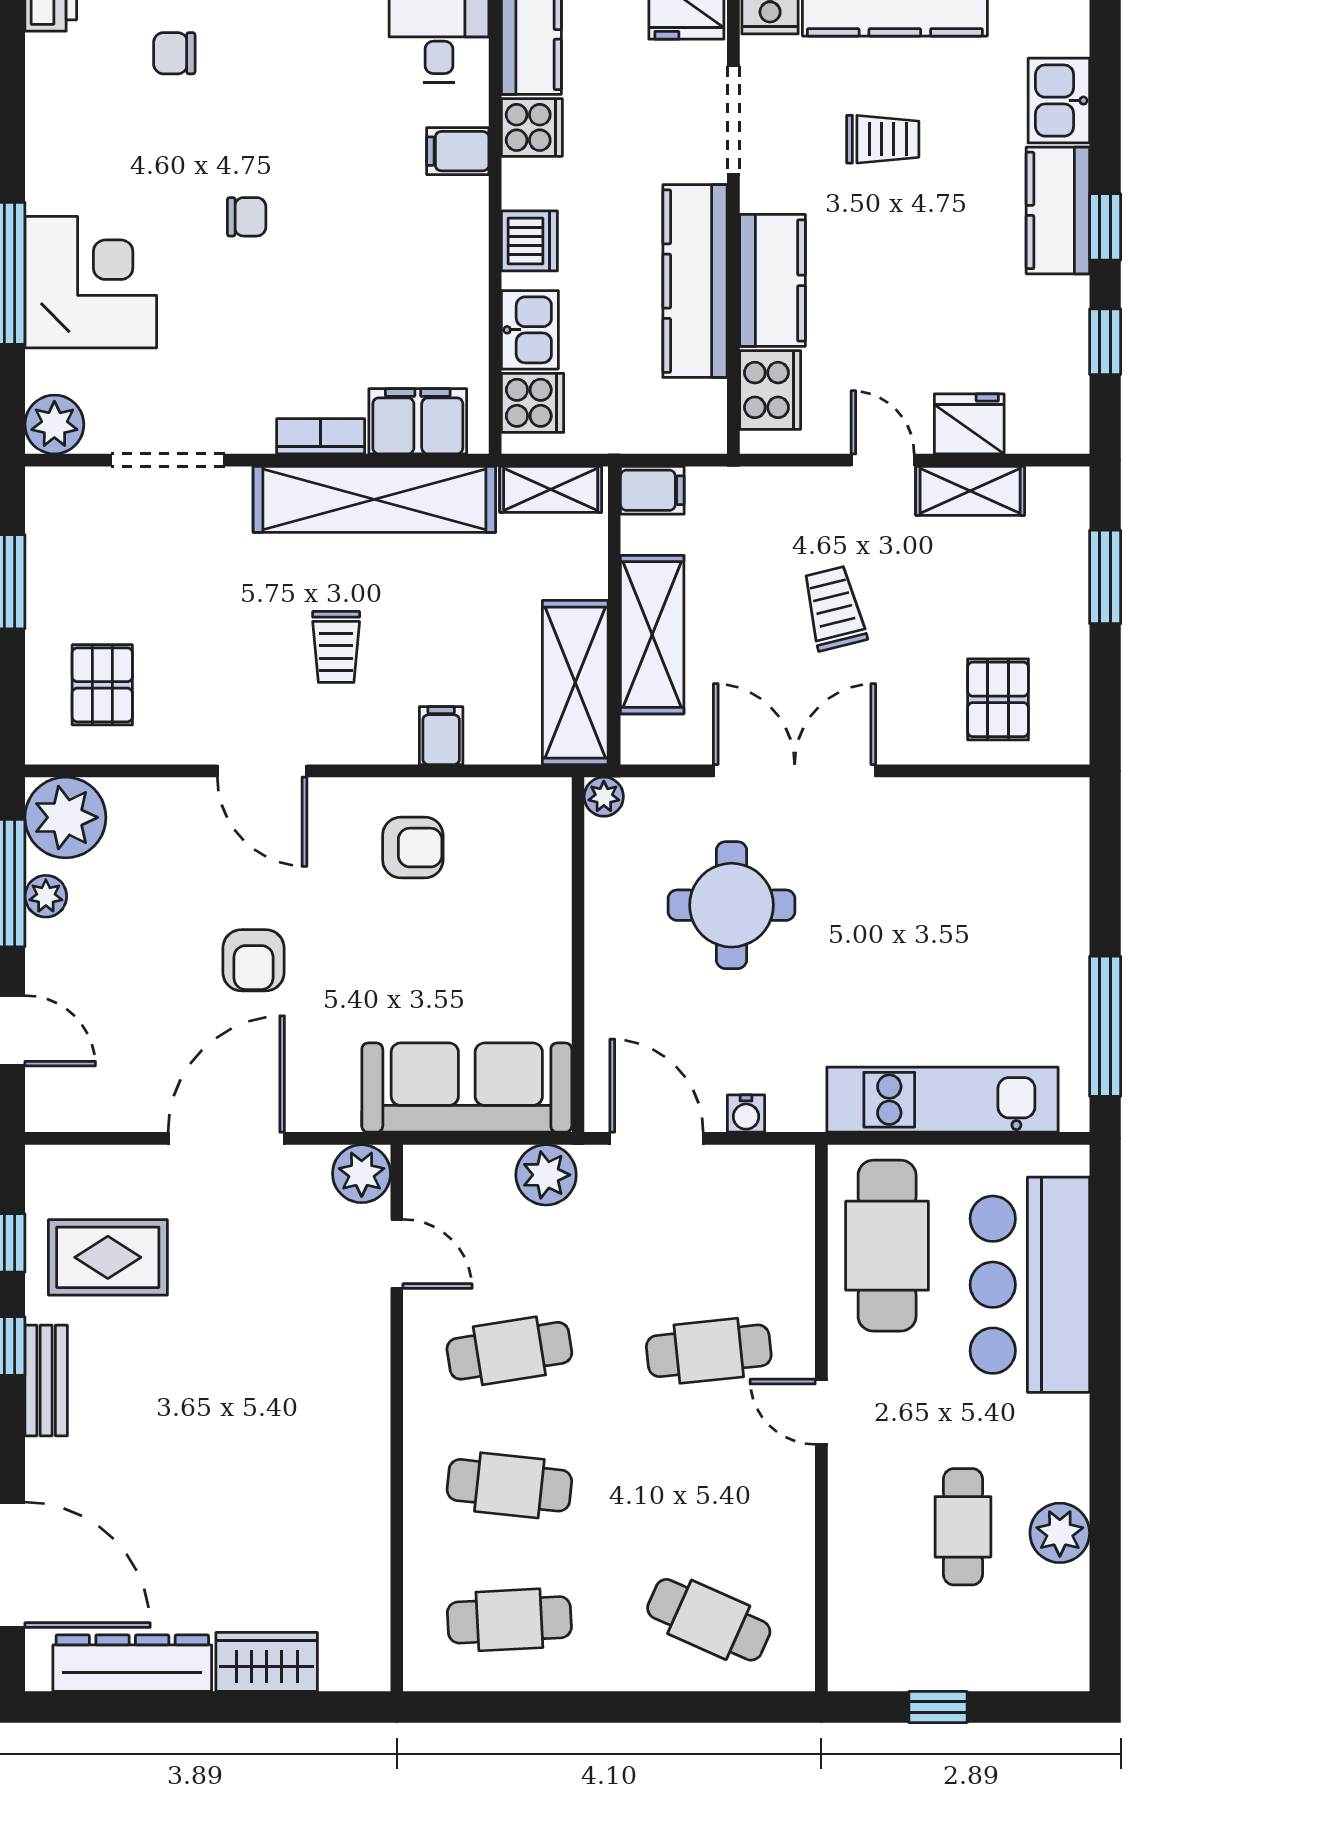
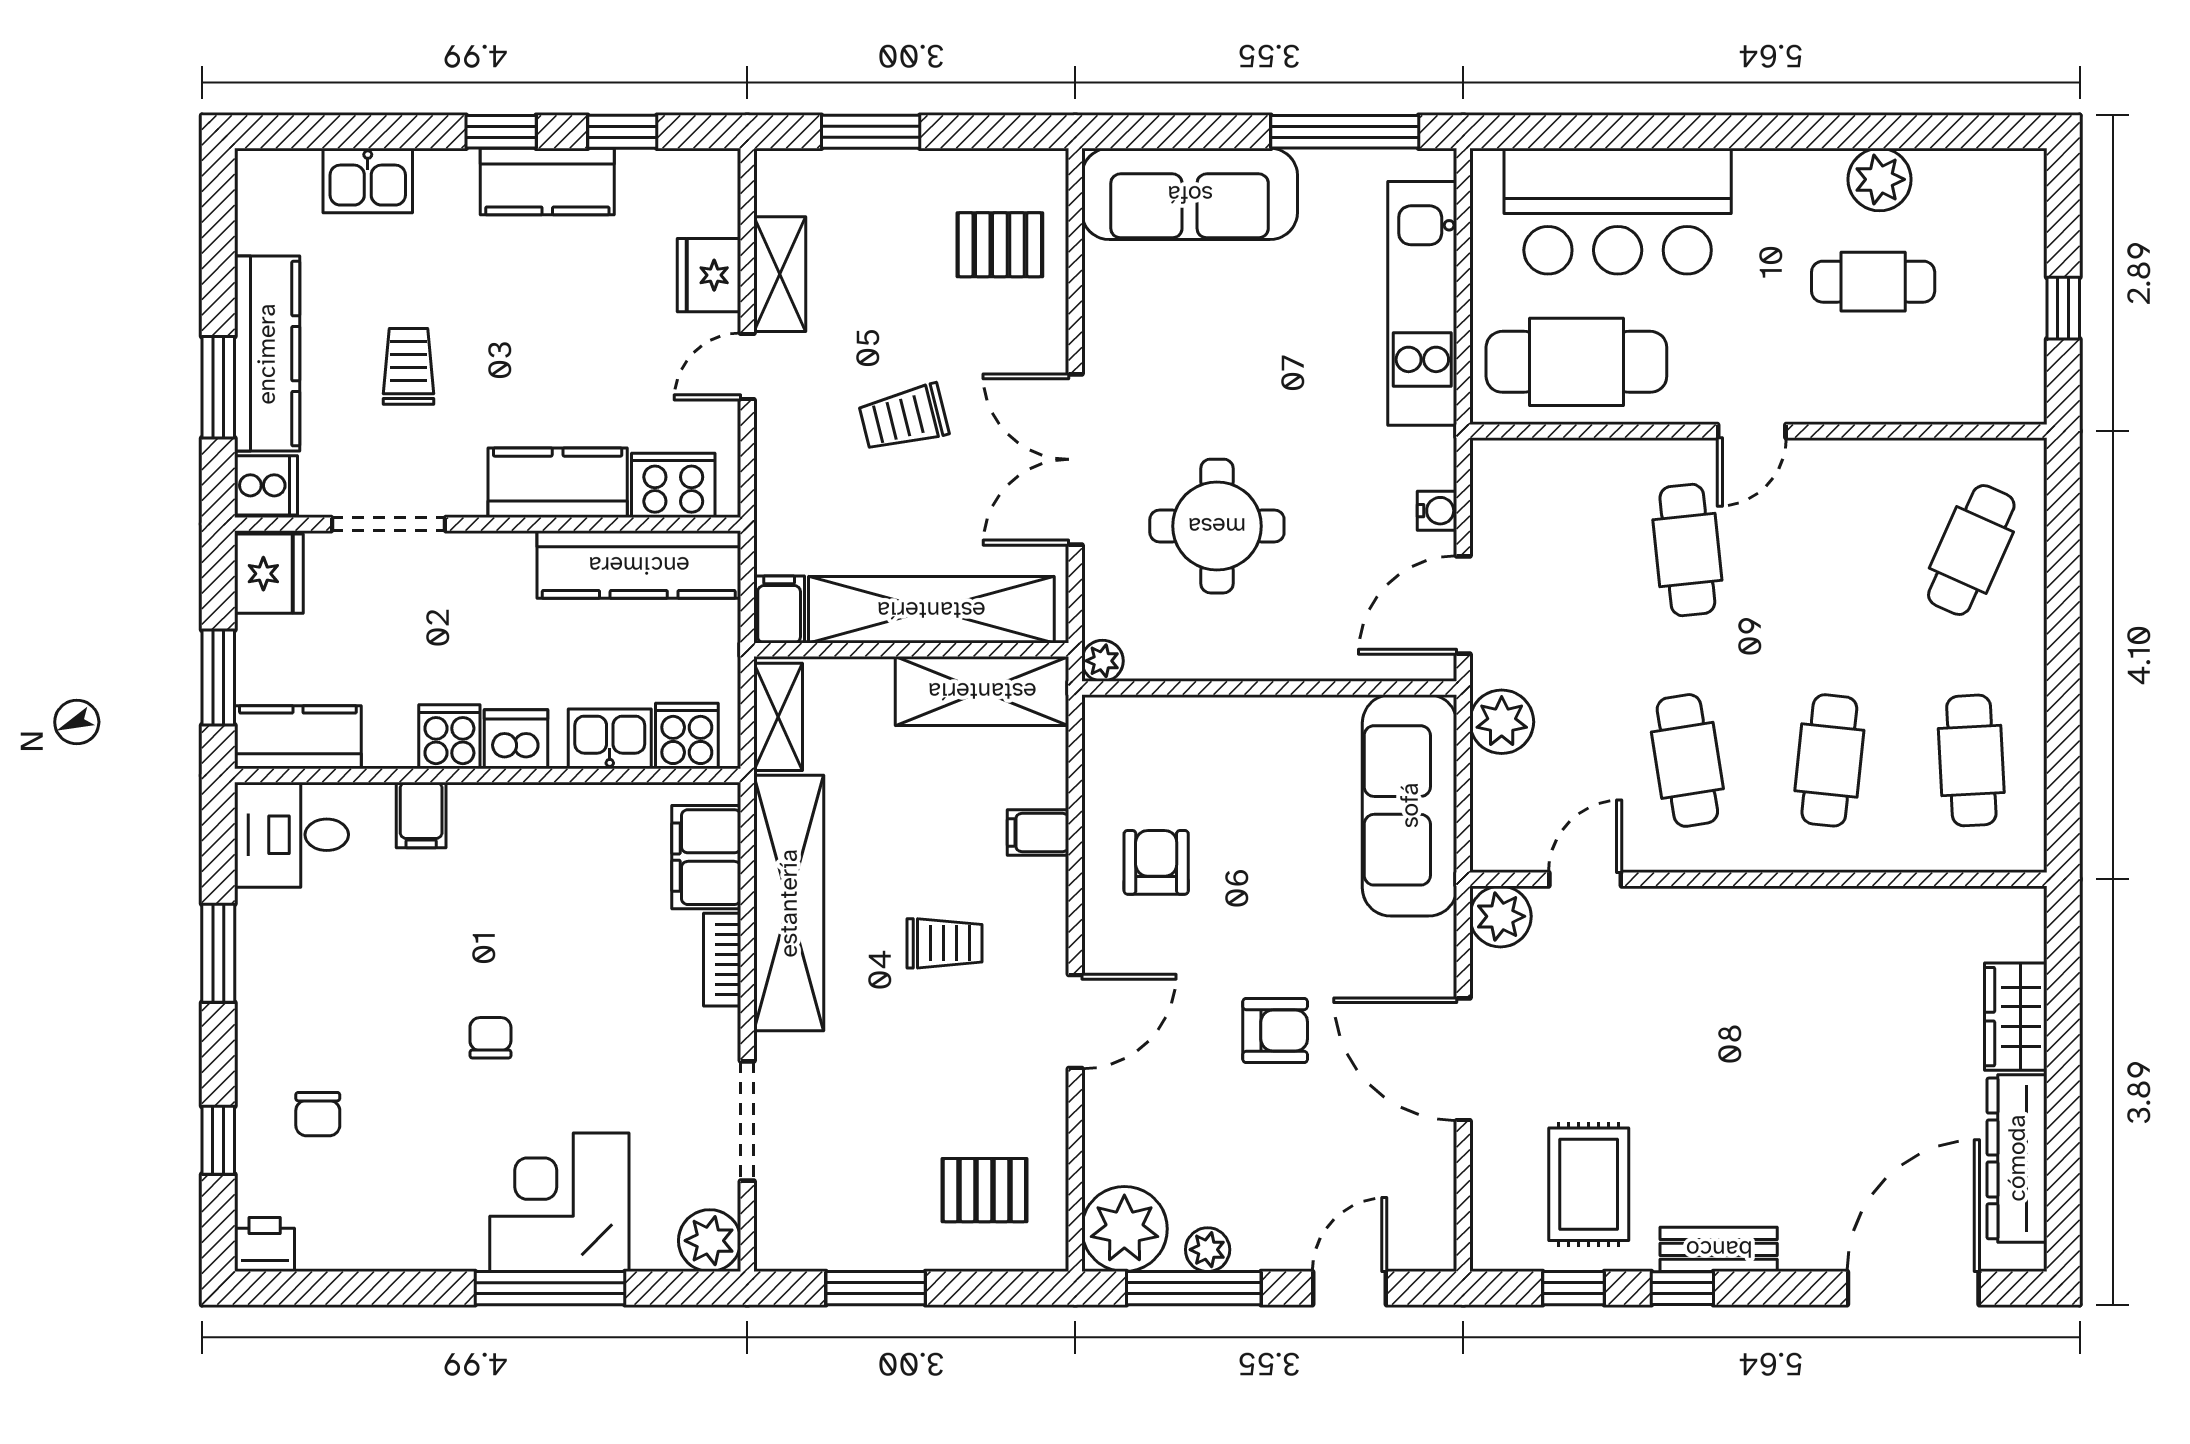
cooker: (532, 127) -> (449, 737), moved
kitchen counter: (1058, 210) -> (547, 181), moved
kitchen counter: (695, 281) -> (639, 565), moved
shelving: (652, 635) -> (931, 610), width x1.47
sofa: (1046, 879) -> (1190, 194), added

